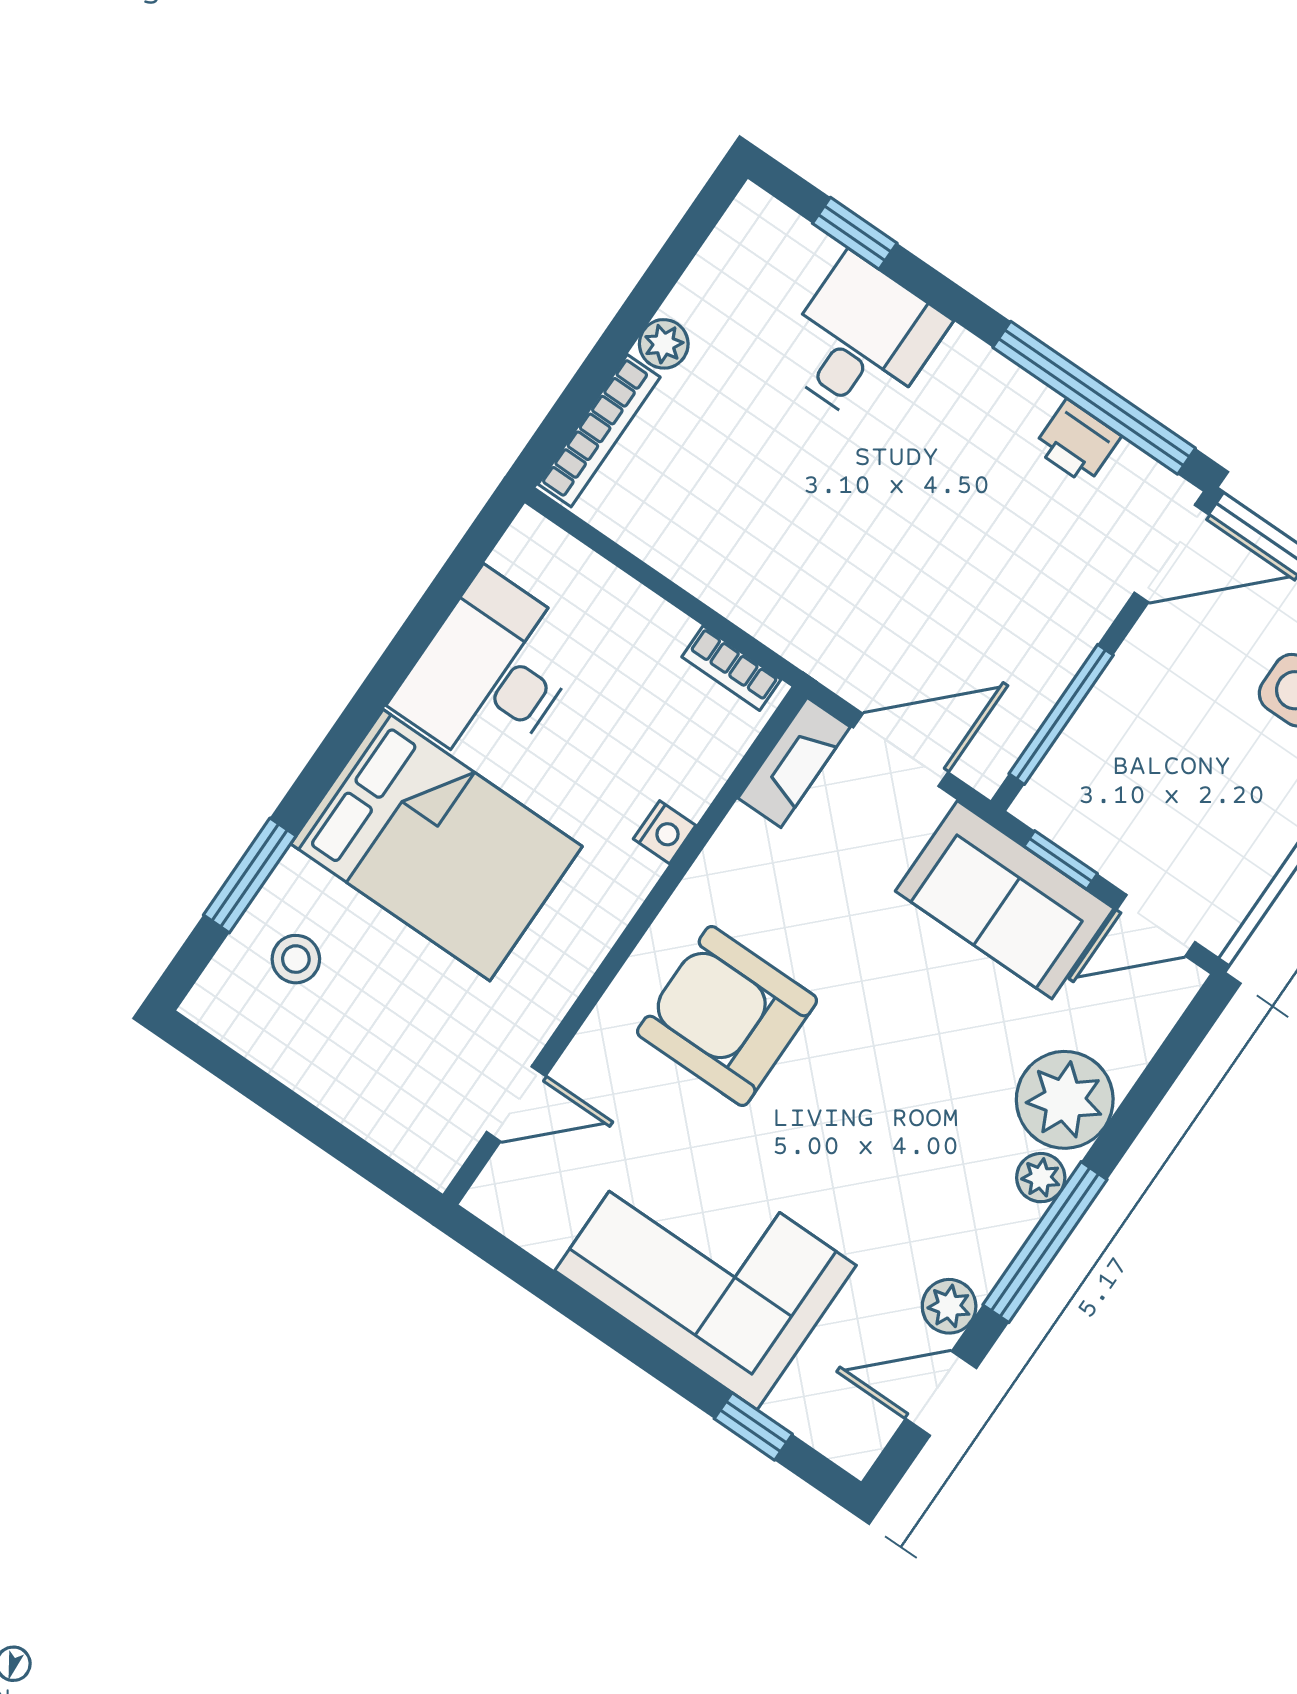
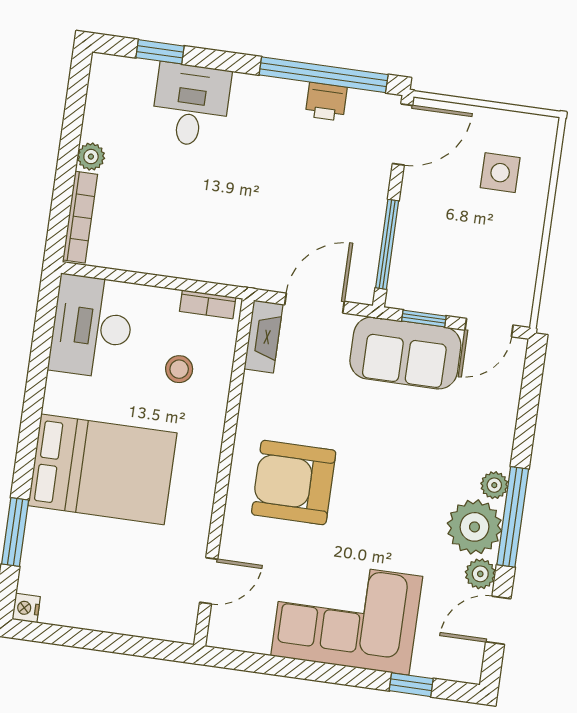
desk: (490, 673) -> (92, 327), moved
nightstand: (665, 832) -> (26, 608), moved, turned 180
stool: (296, 959) -> (179, 369), moved
plant: (1065, 1100) -> (474, 527), moved

